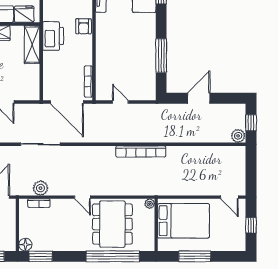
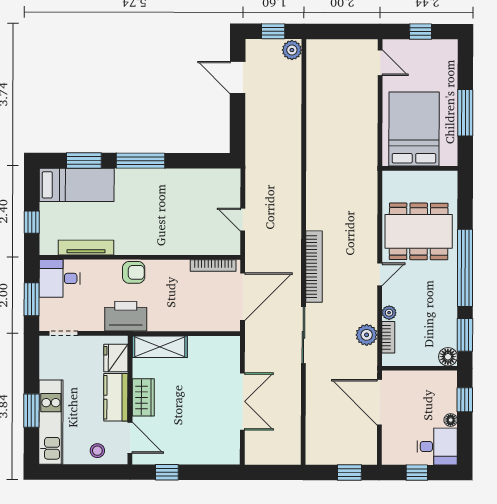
printer: (53, 36) -> (126, 316), moved
window: (161, 56) -> (140, 161), moved
door: (199, 98) -> (238, 77), moved
door: (120, 102) -> (243, 220), hinge flipped
bookcase: (141, 151) -> (314, 267), moved
door: (229, 197) -> (380, 63), hinge flipped
plant: (150, 204) -> (389, 313), moved
window: (113, 256) -> (465, 268), moved

